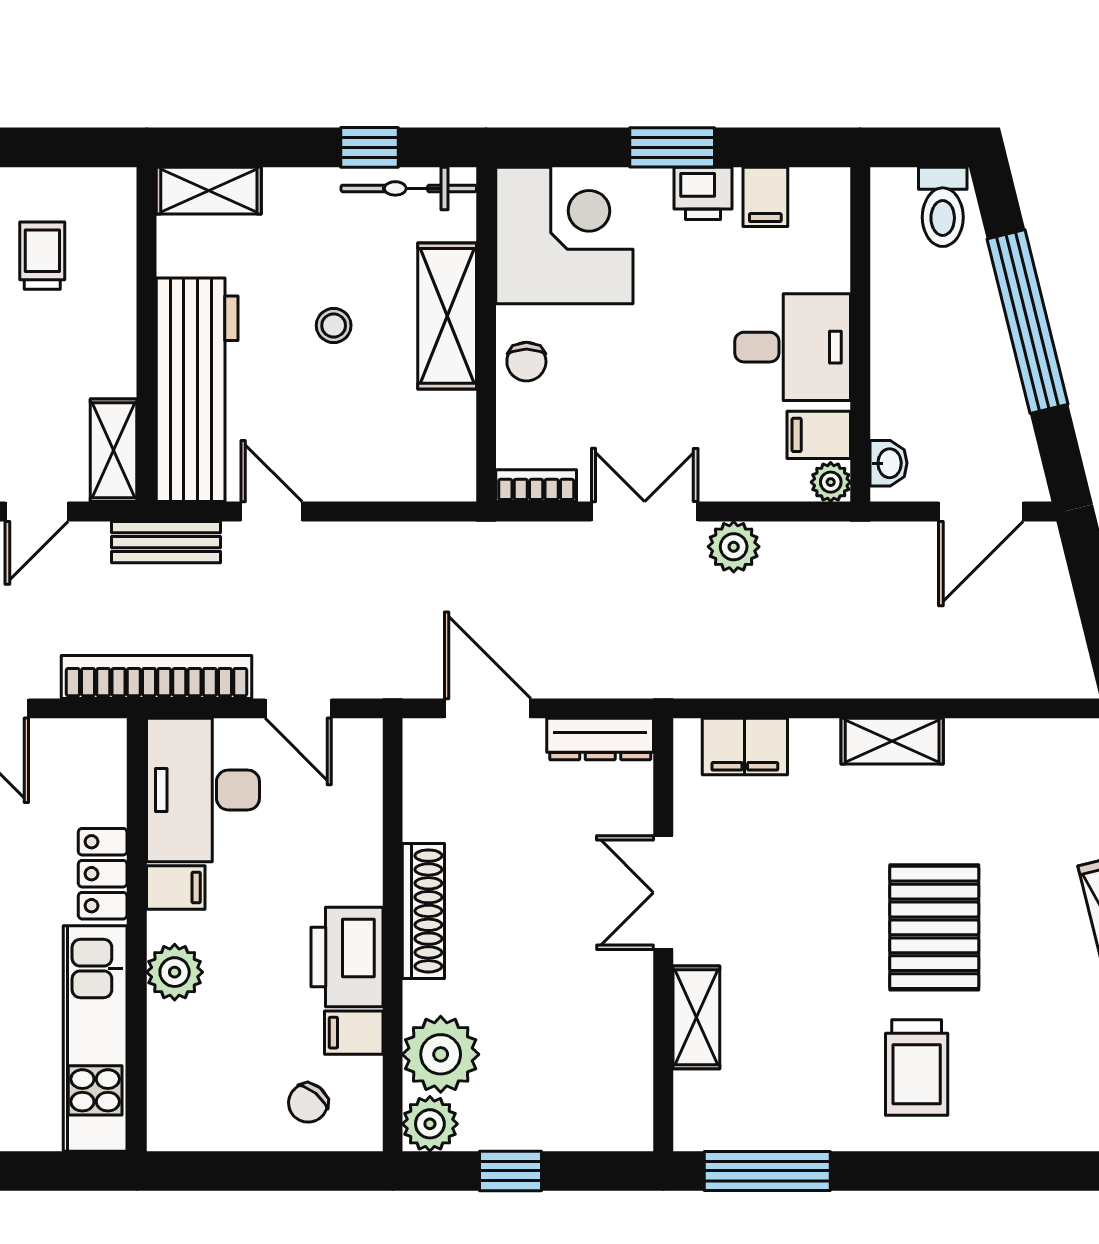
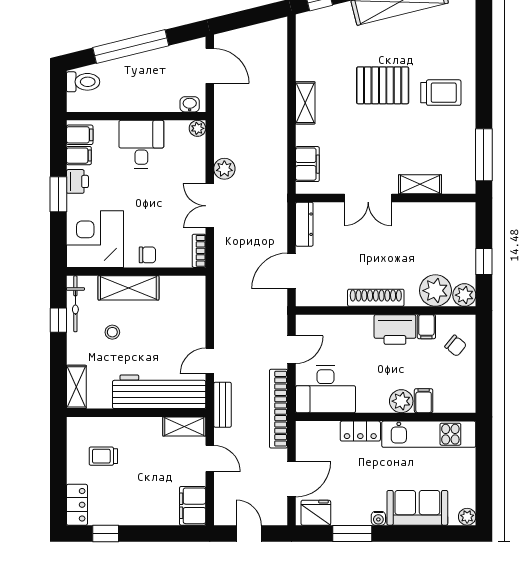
stool: (334, 326) -> (112, 332), moved
filing cabinet: (819, 435) -> (80, 135), moved, turned -90
filing cabinet: (176, 888) -> (424, 401), moved

